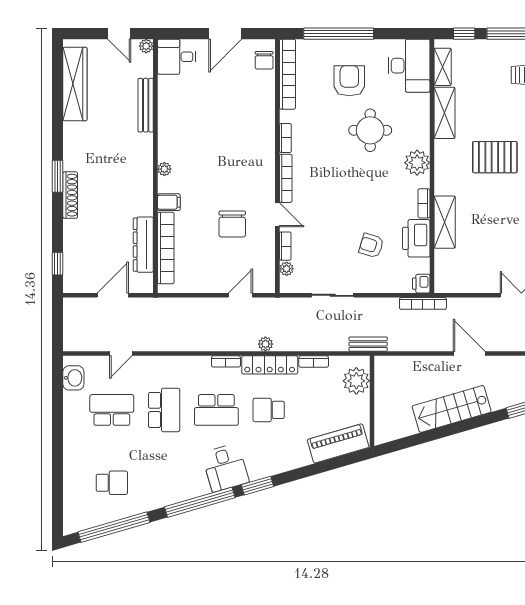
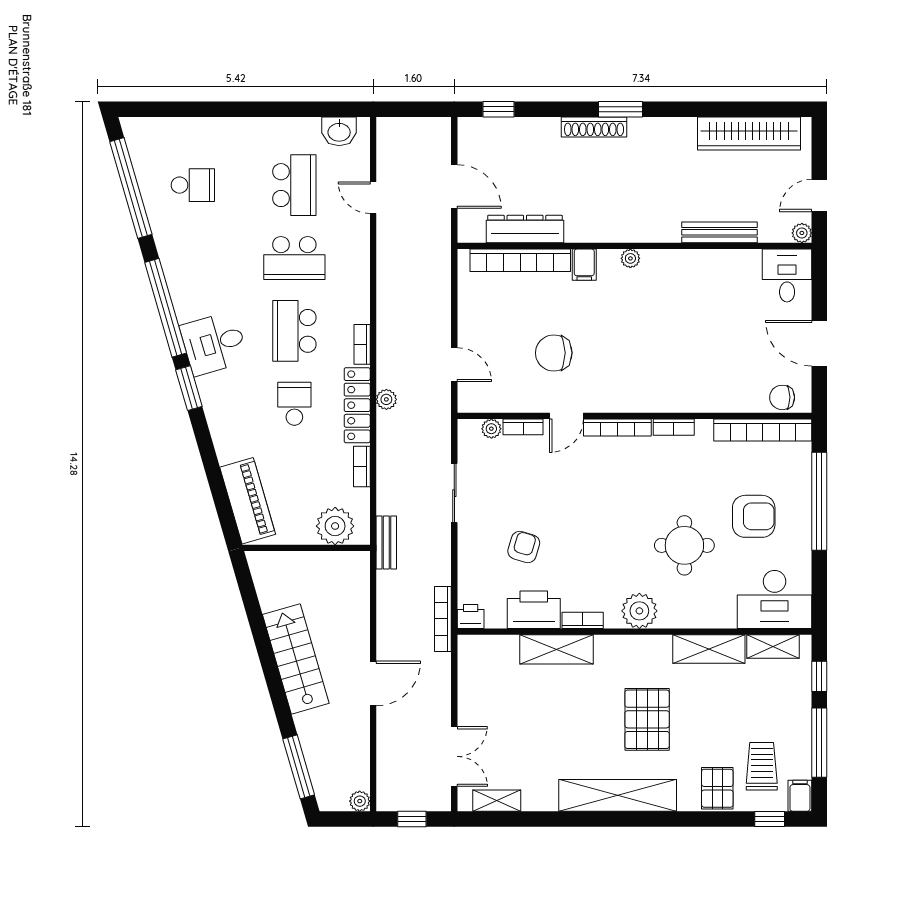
school desk: (112, 483) -> (193, 185), turned -90

